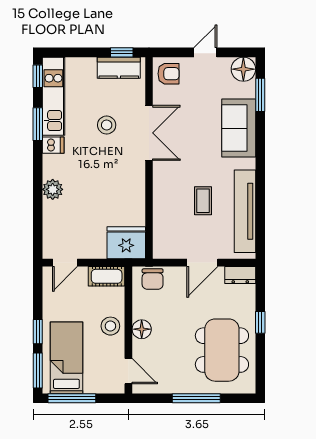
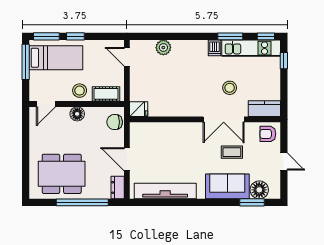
window: (122, 52) -> (284, 61), moved
kitchen counter: (119, 68) -> (264, 109), moved, turned 90
floor lamp: (243, 69) -> (259, 190), moved
armchair: (169, 74) -> (268, 134), turned 90
plant: (53, 189) -> (163, 48), moved
coffee table: (203, 201) -> (232, 152), moved
fridge: (126, 243) -> (139, 109), width x0.53, depth x0.75
cot: (107, 276) -> (106, 94), moved, turned 90
window: (260, 322) -> (82, 202), width x3.17
window: (196, 398) -> (26, 155), removed

